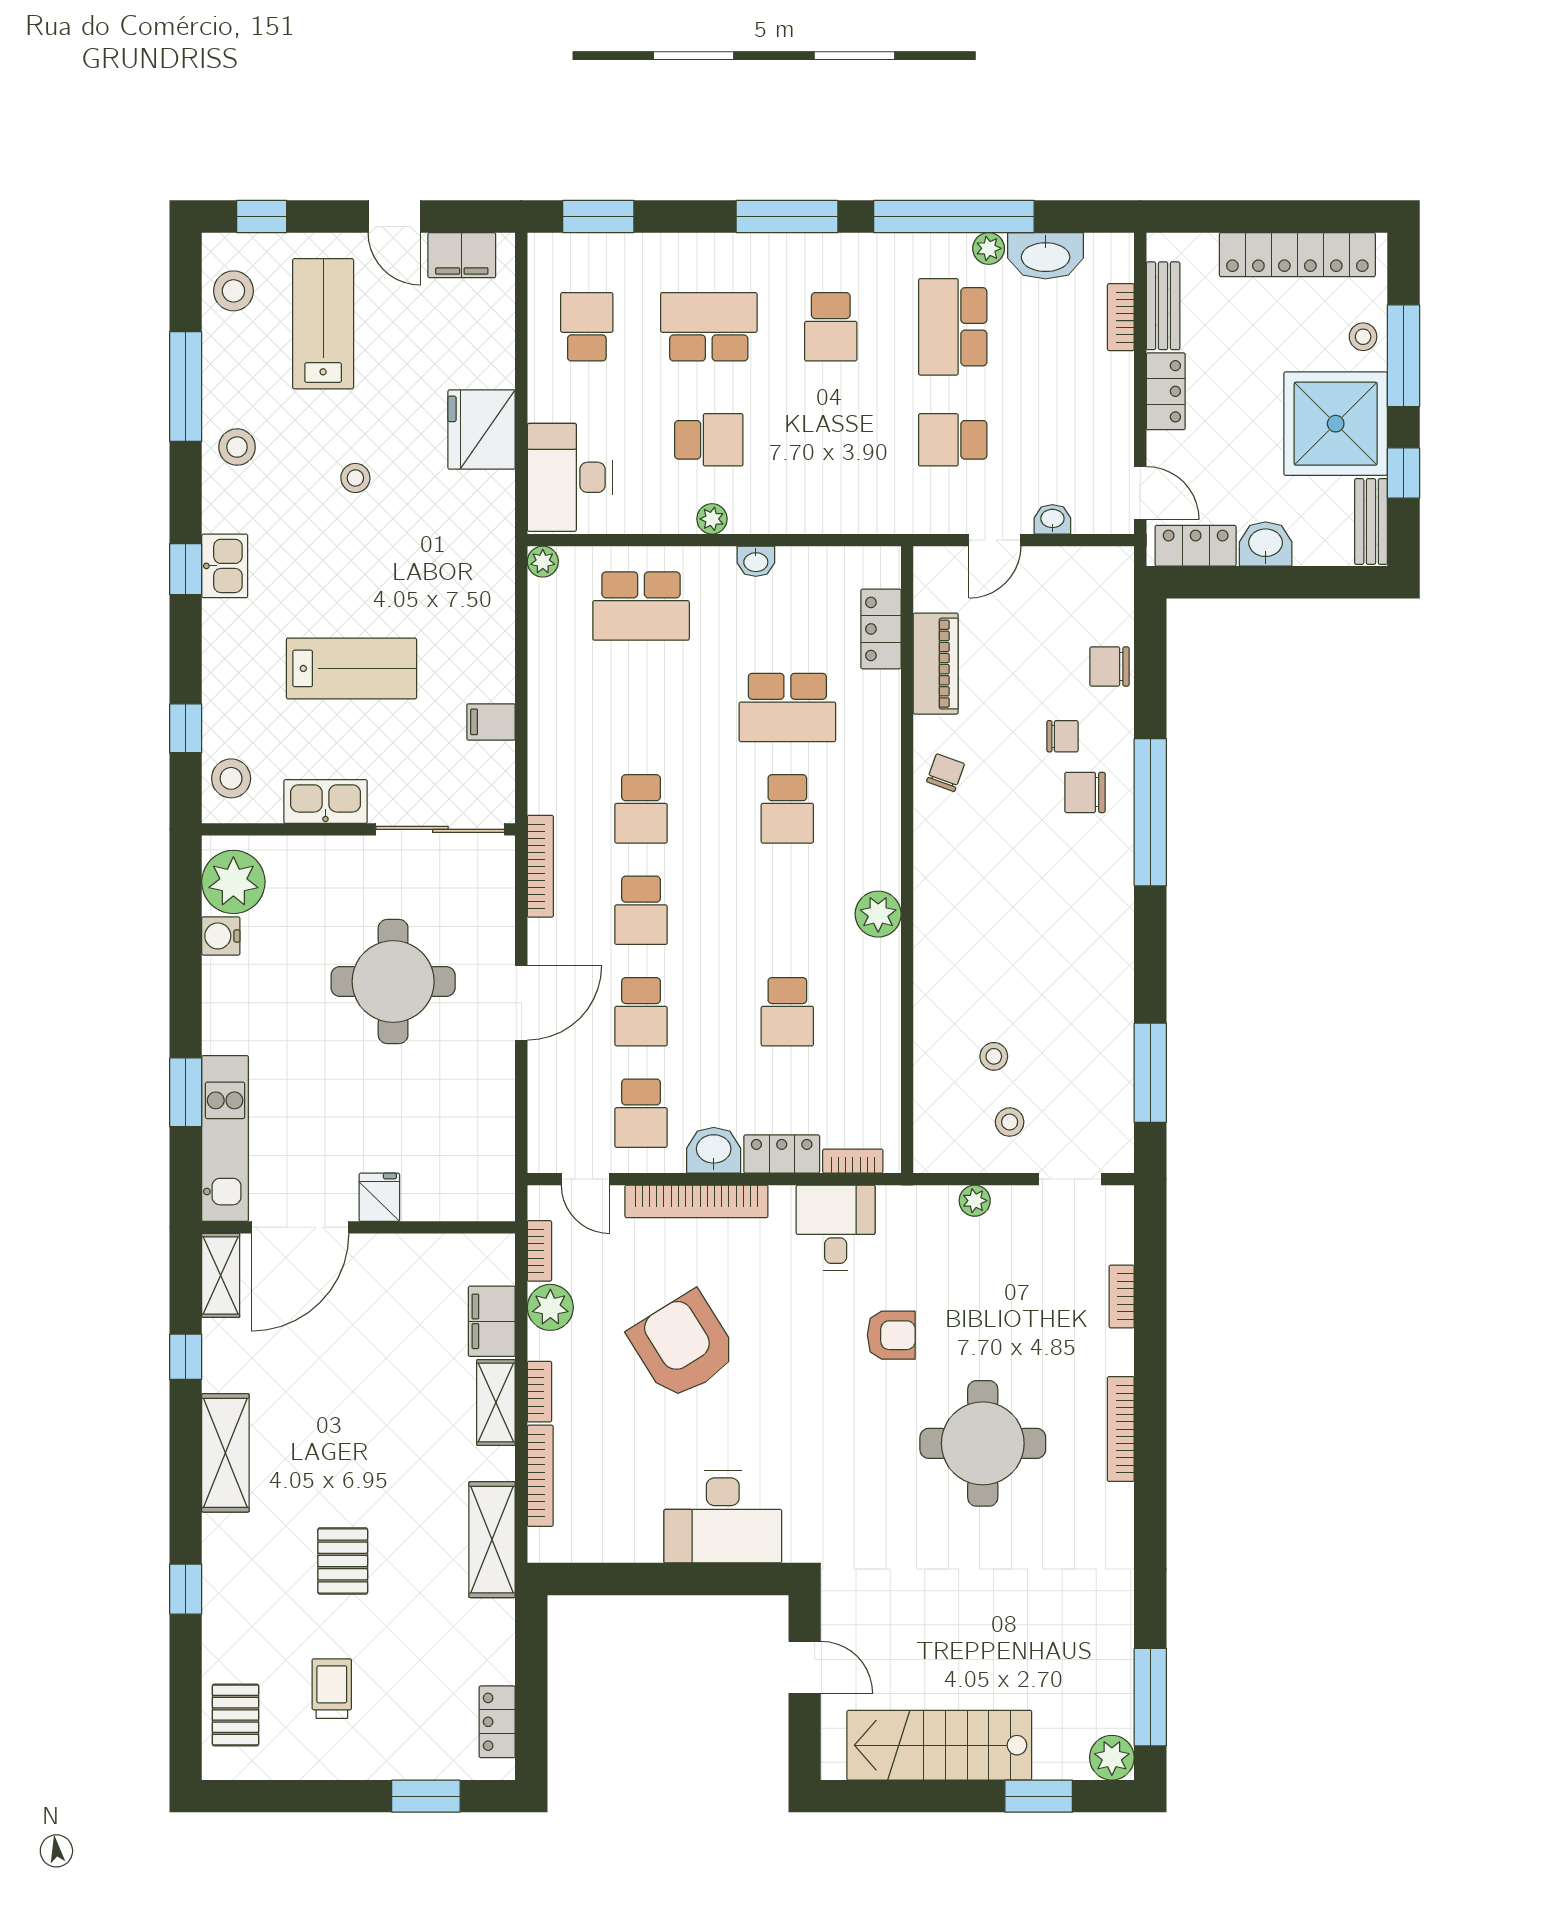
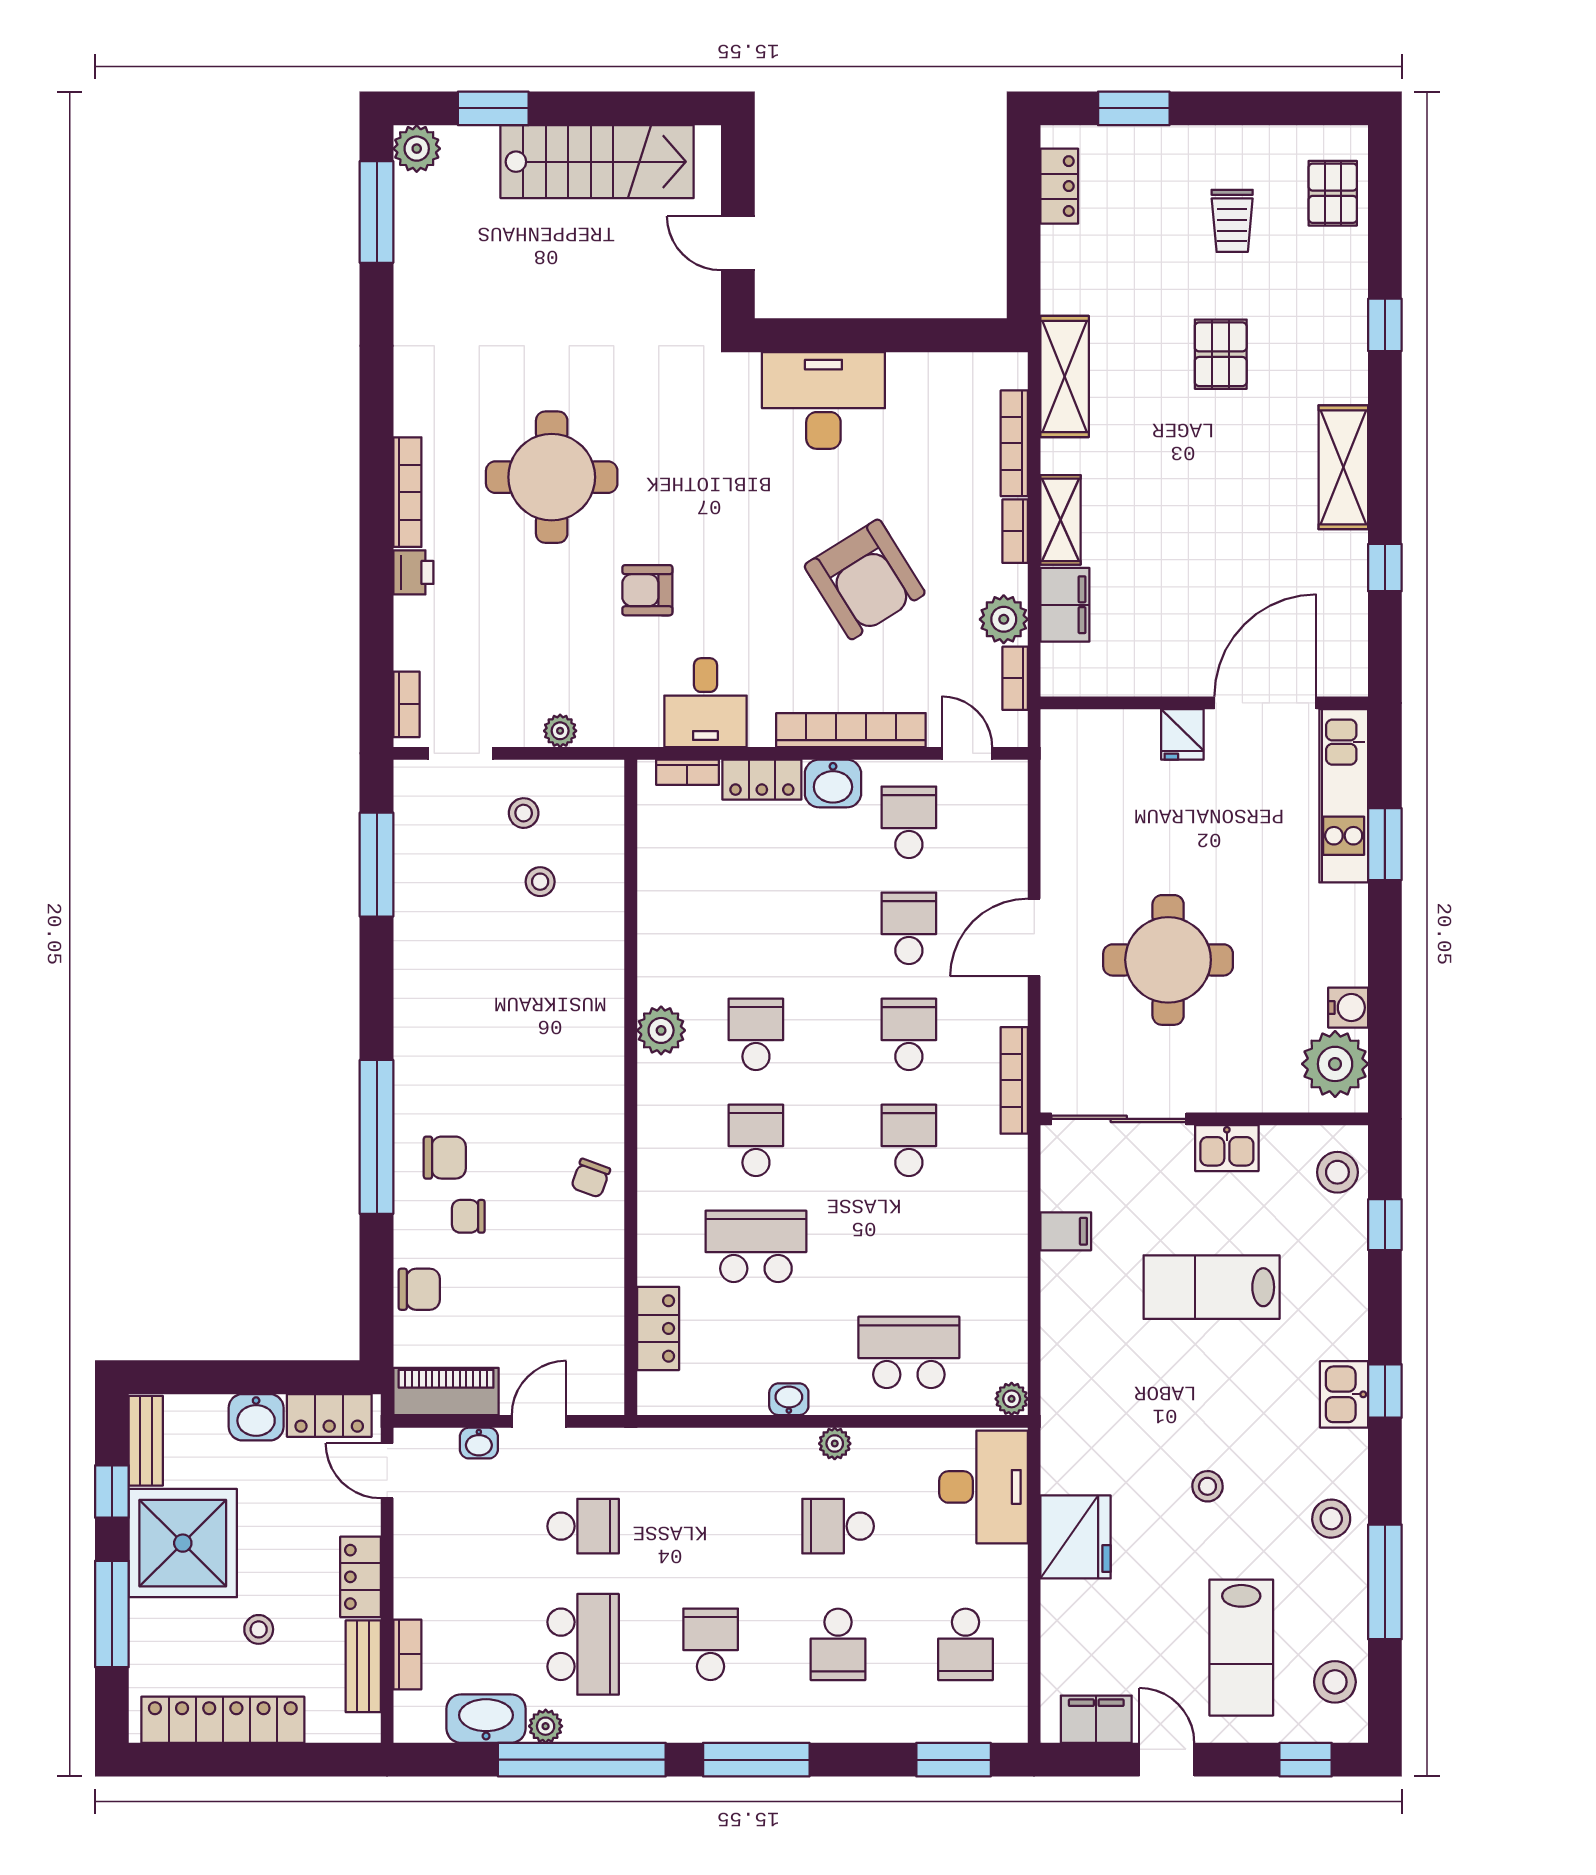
school desk: (709, 327) -> (838, 1644), width x0.54
stool: (1363, 337) -> (259, 1629), moved
piano: (936, 664) -> (446, 1392), moved, turned 90
kitchen sink: (325, 801) -> (1227, 1148), width x0.73
school desk: (787, 1012) -> (756, 1034), moved
shelving: (221, 1275) -> (1348, 653), removed
bookcase: (1122, 1297) -> (406, 704), moved
printer: (1115, 1352) -> (413, 572), added

